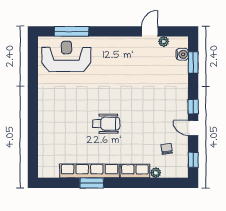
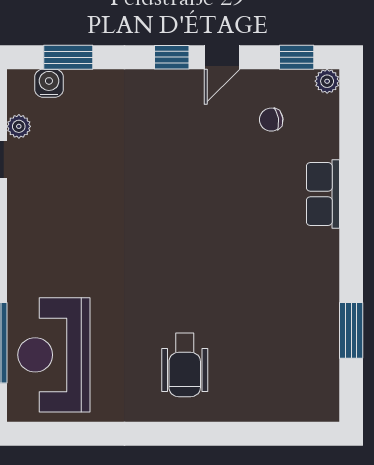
wheelchair: (106, 124) -> (185, 365), moved, turned 180
row of seats: (90, 171) -> (323, 301), removed
plant: (156, 173) -> (327, 81), moved
window: (92, 183) -> (351, 330), moved

